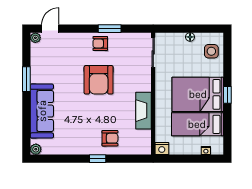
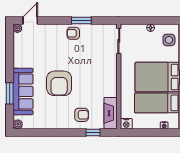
window: (26, 79) -> (10, 93), moved
armchair: (99, 80) -> (59, 83), moved
fireplace: (144, 111) -> (111, 113), moved
window: (98, 159) -> (93, 132), moved

